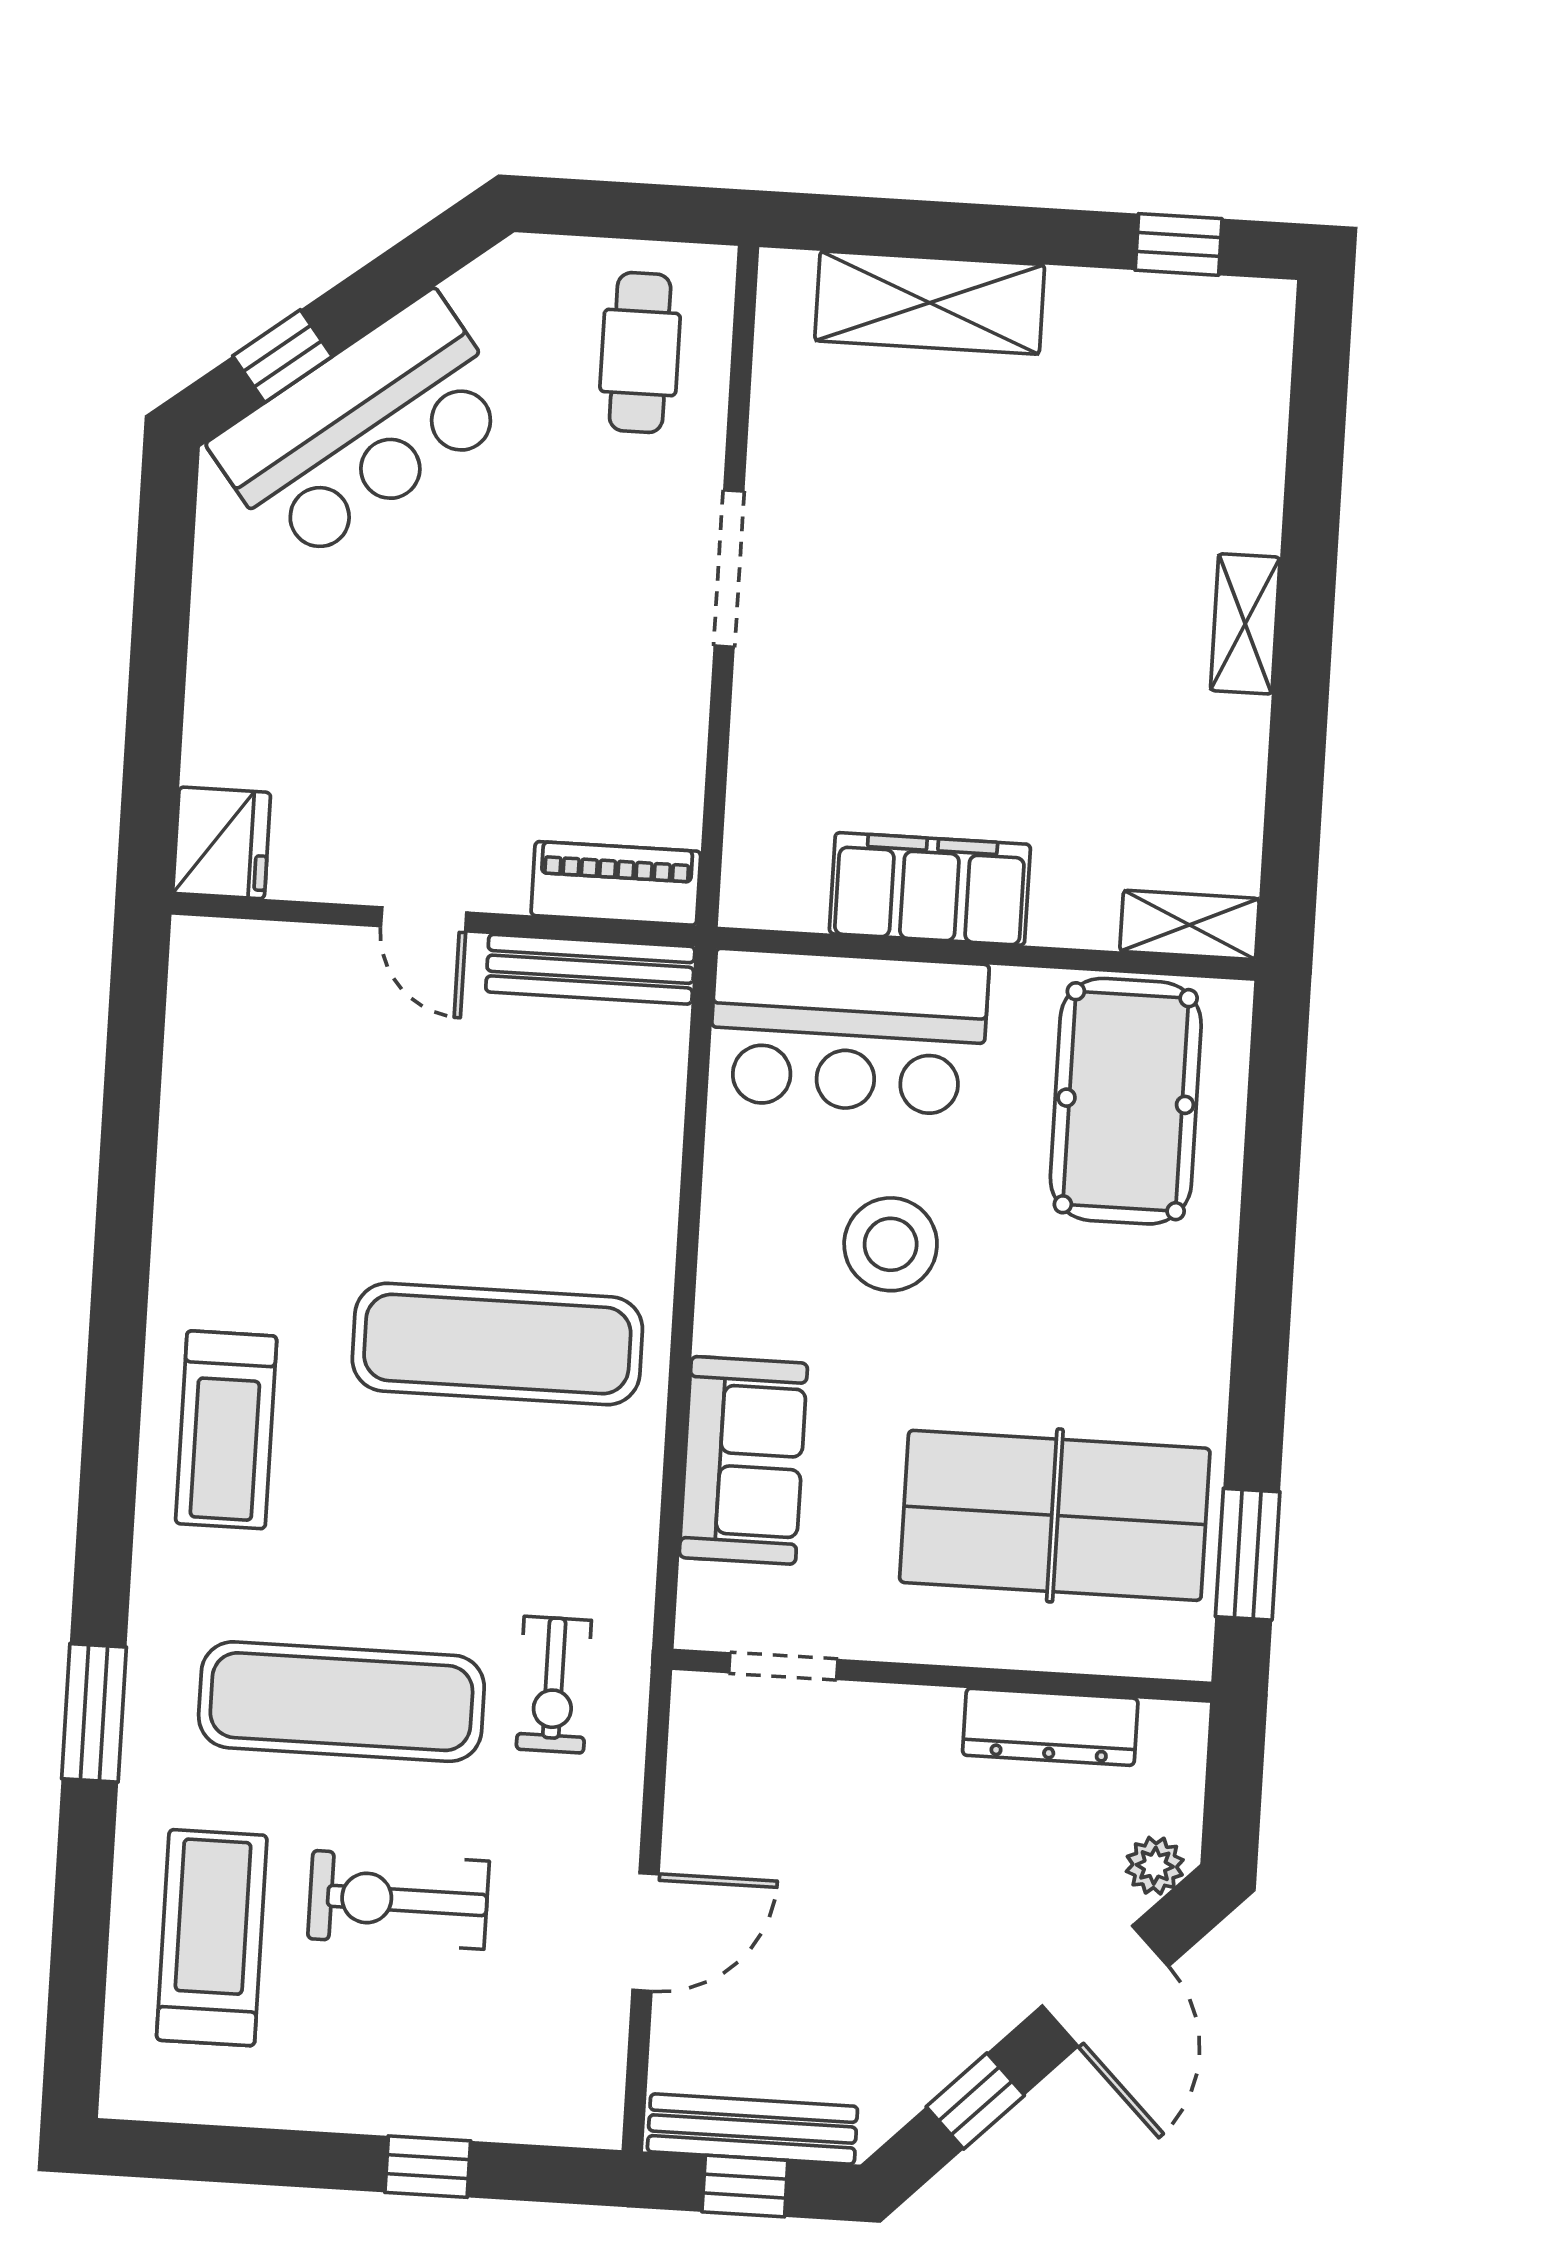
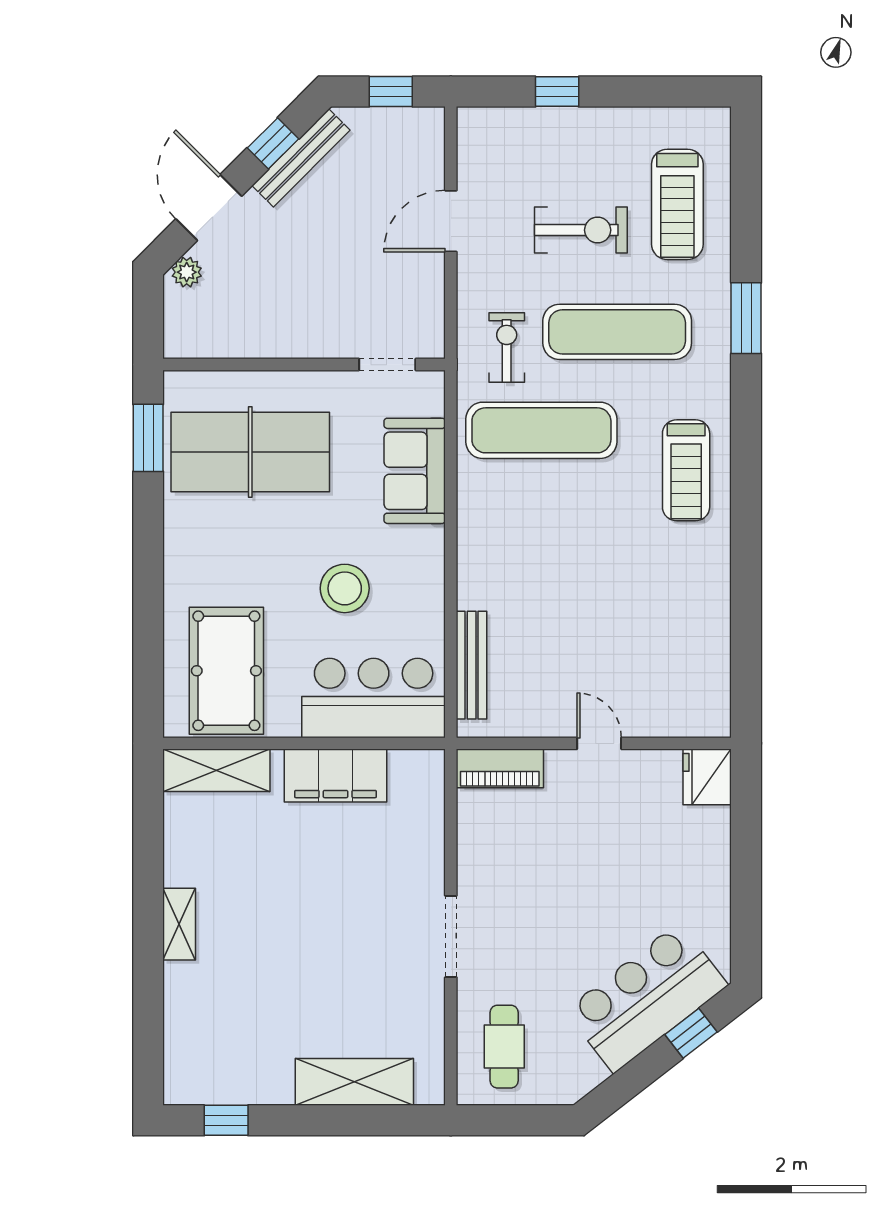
shelving: (1190, 925) -> (216, 770), width x1.50, depth x1.33
bench: (590, 969) -> (472, 665), moved, turned 90
exercise mat: (497, 1344) -> (541, 430), moved
treadmill: (226, 1430) -> (686, 470), turned 180
dresser: (1050, 1727) -> (246, 341), removed
bench: (752, 2129) -> (301, 158), moved, turned -45

